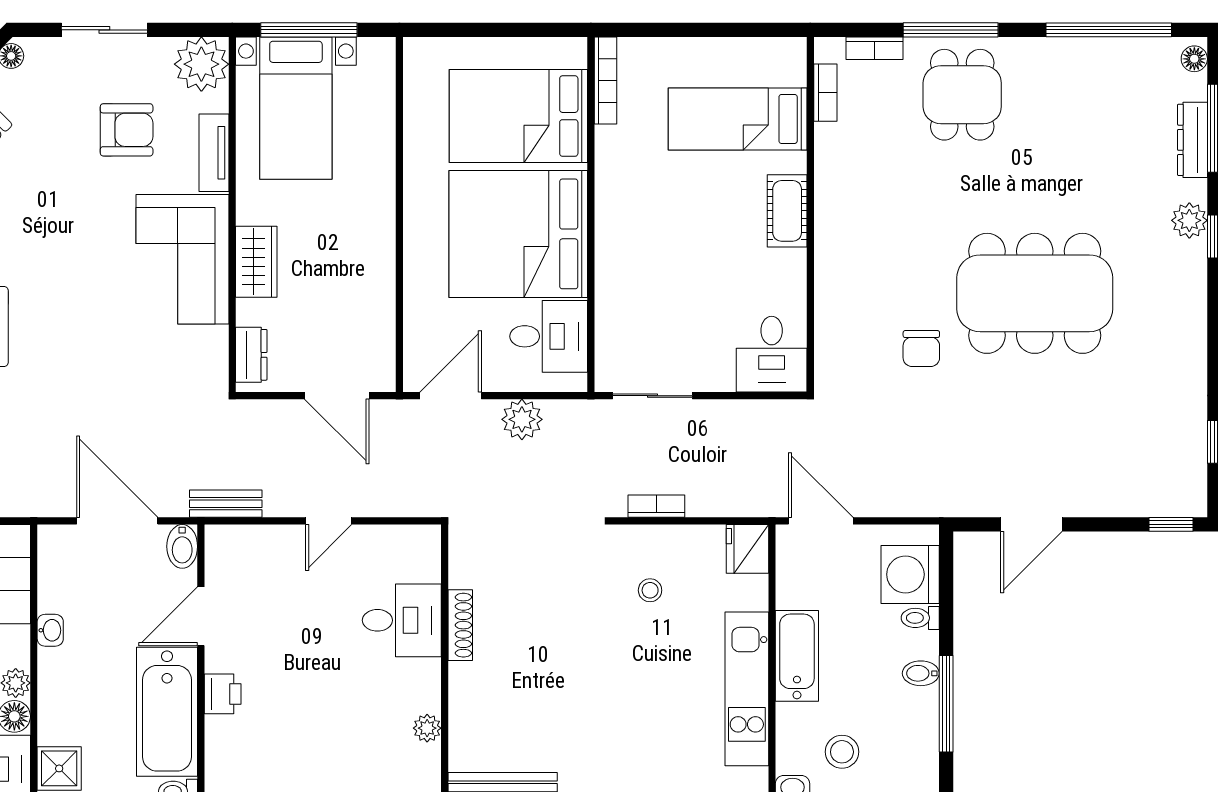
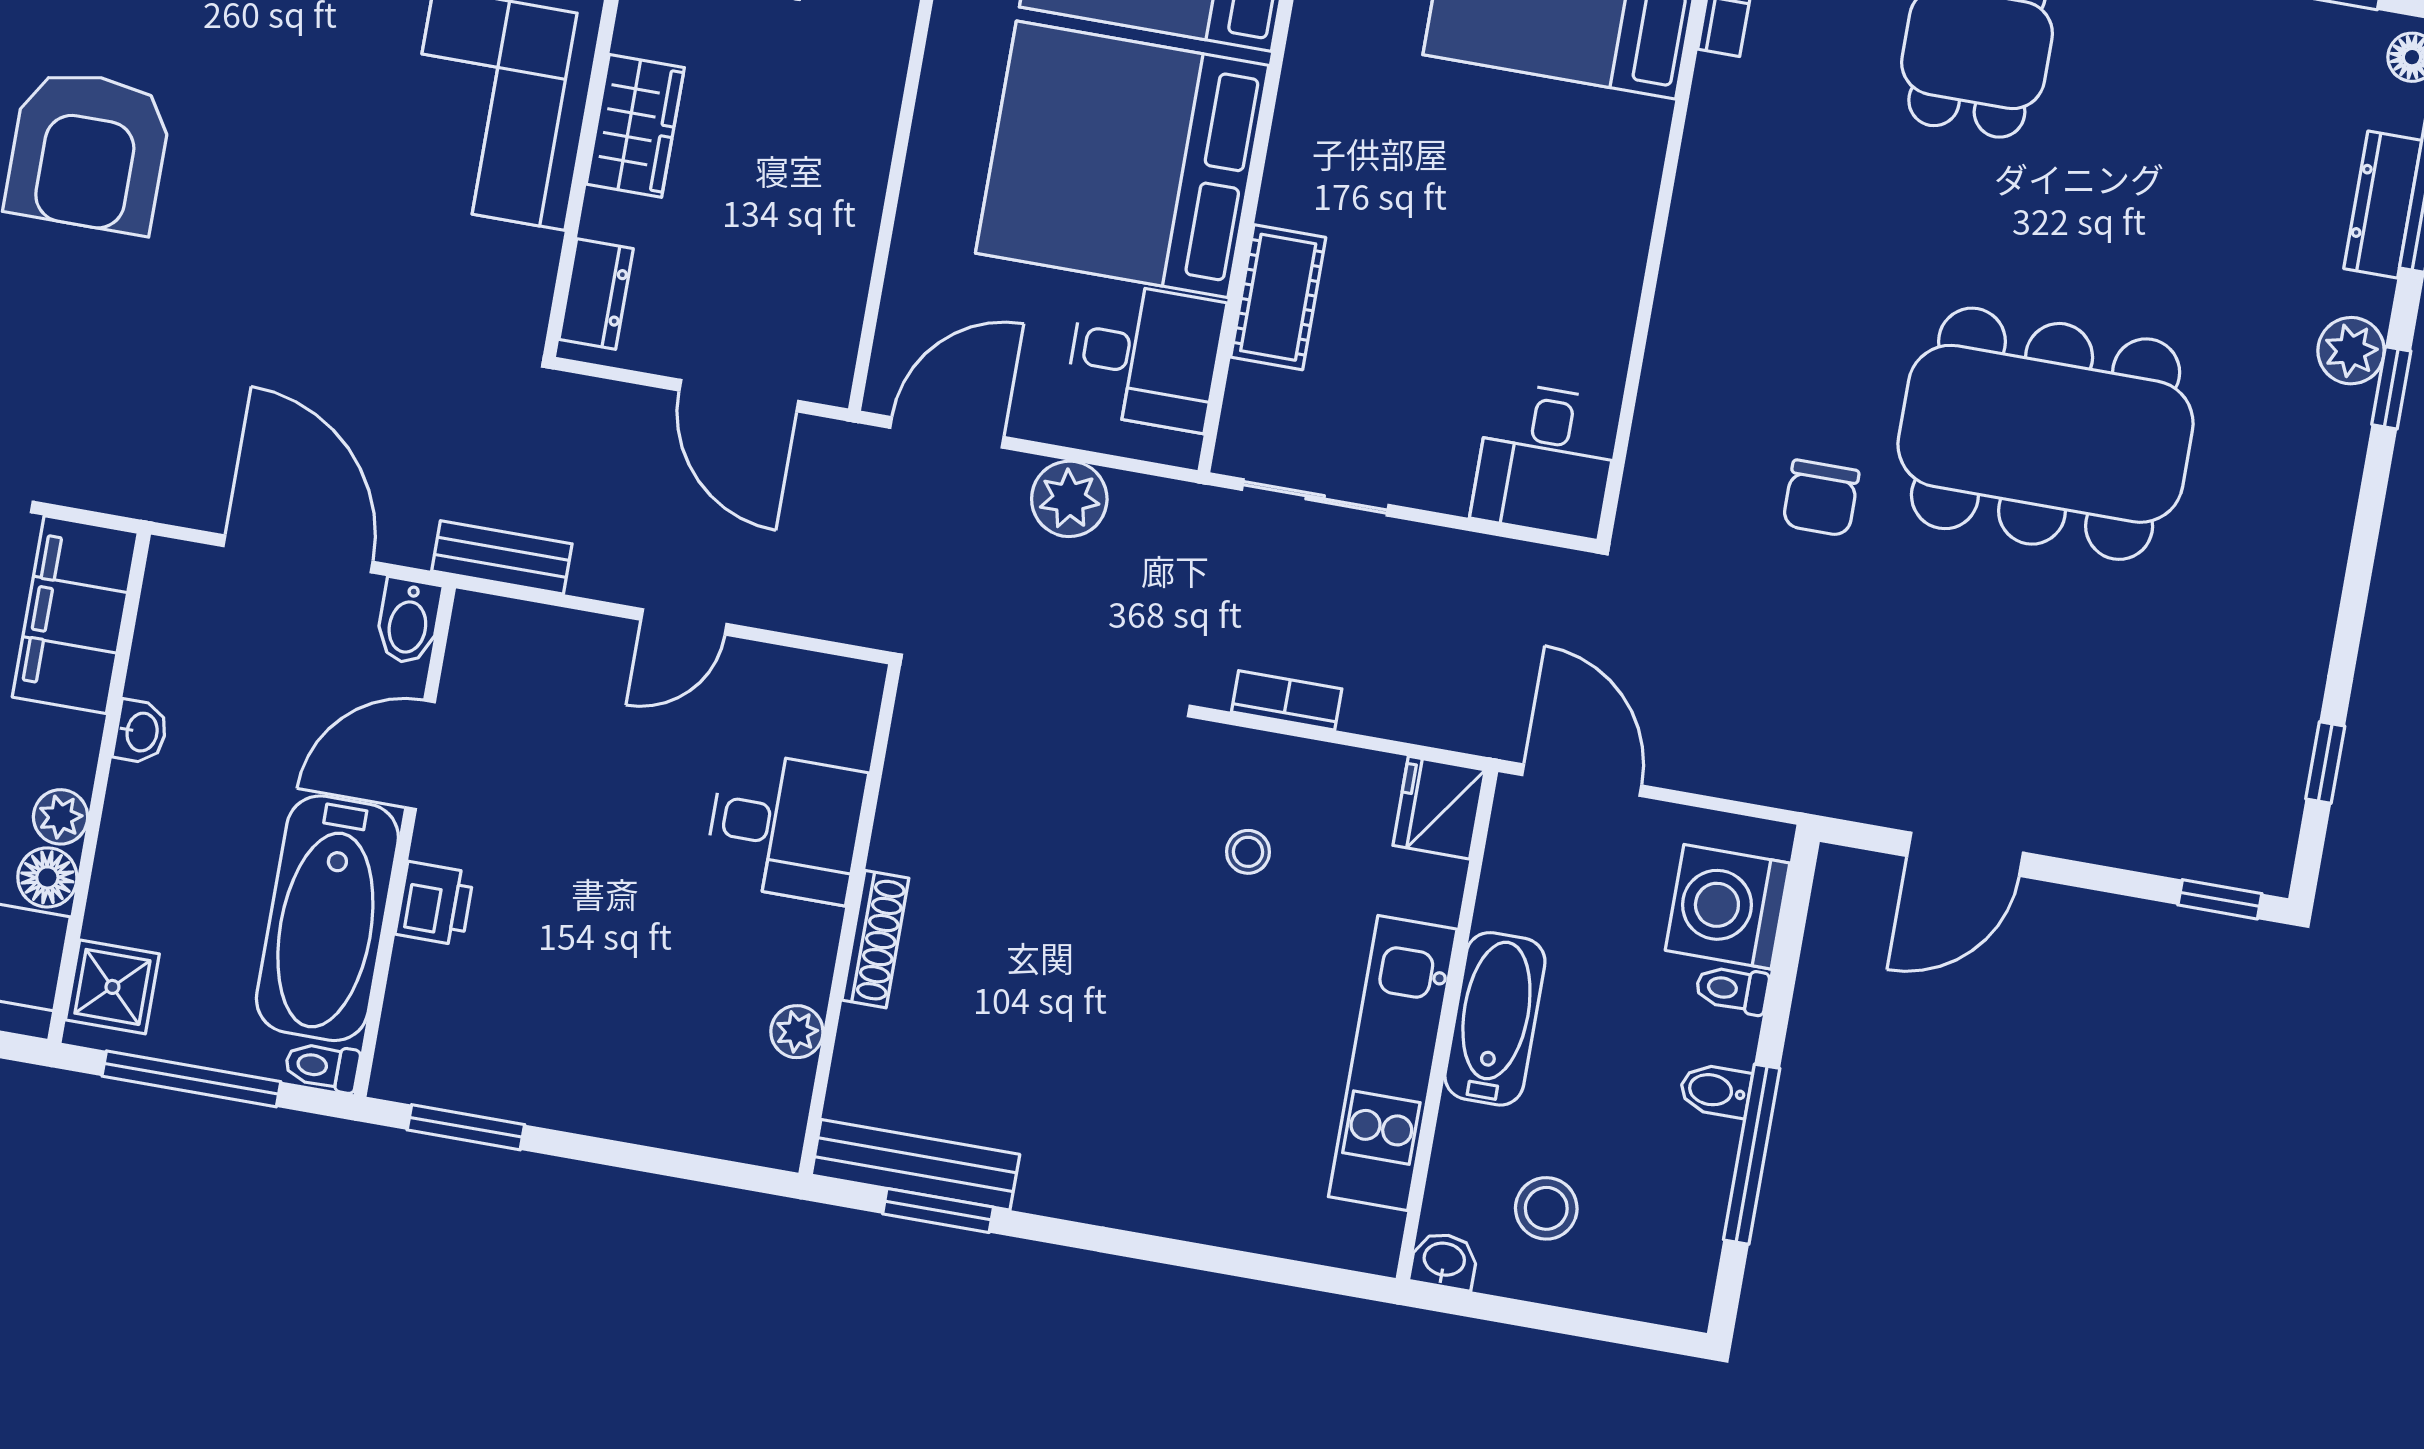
cot: (787, 211) -> (1278, 297), moved
shoe rack: (460, 625) -> (875, 939), moved

